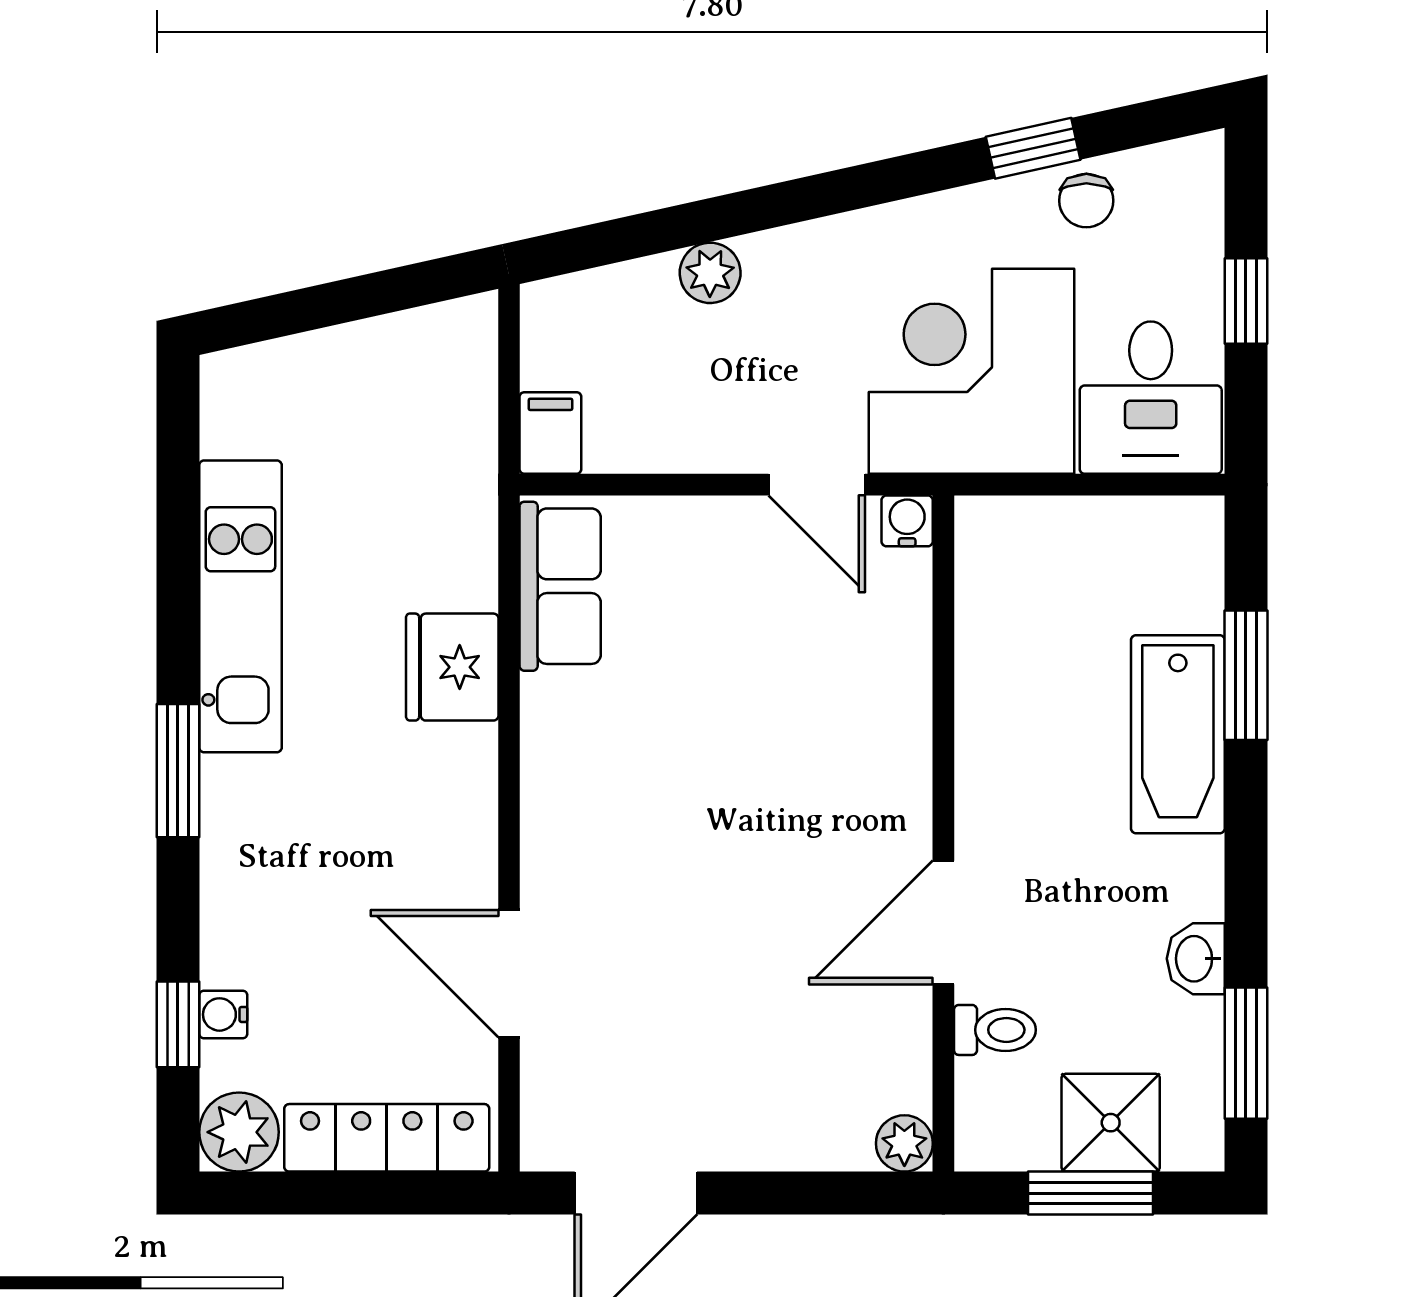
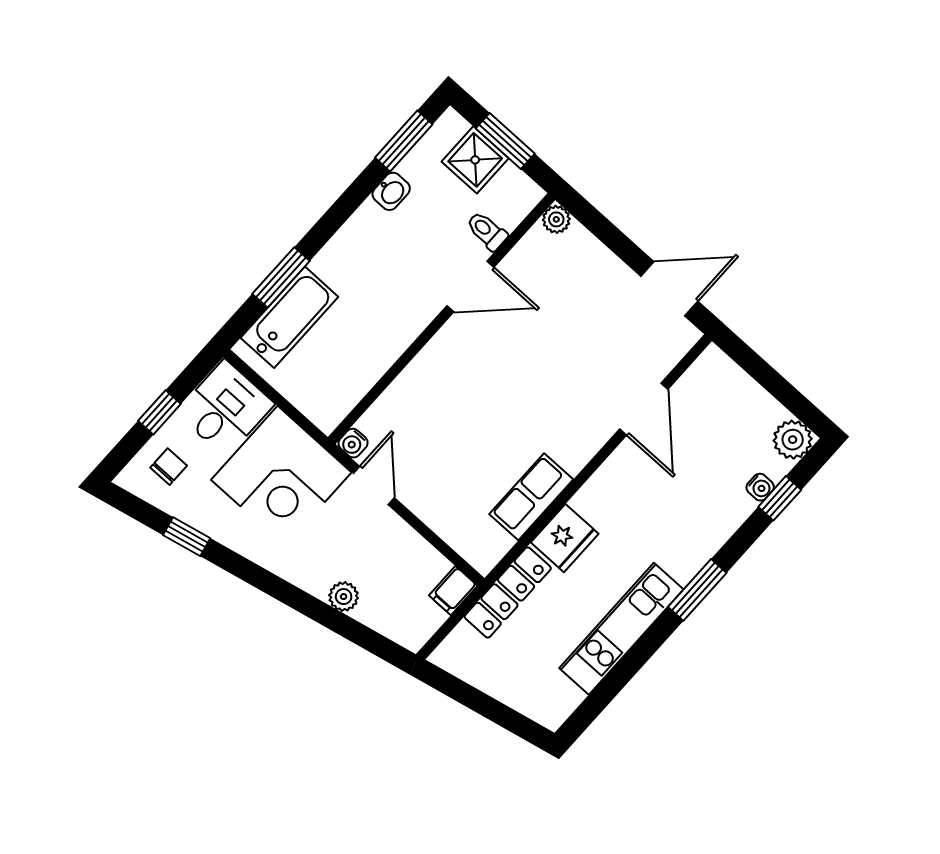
chair: (1086, 201) -> (169, 467), moved
row of seats: (560, 586) -> (531, 497), moved
bathtub: (1178, 734) -> (289, 317), moved
locker: (387, 1138) -> (508, 592), moved, turned -90

